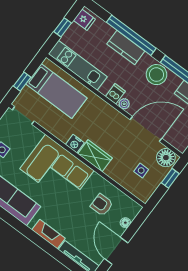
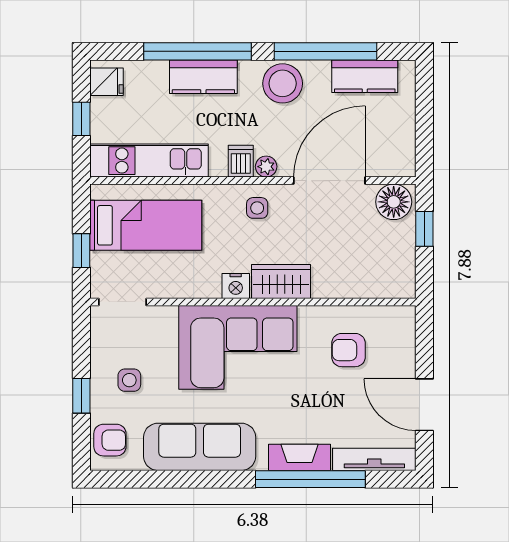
side table: (141, 170) -> (257, 208), moved
floor lamp: (125, 223) -> (406, 350), removed
window: (46, 246) -> (310, 479), added

